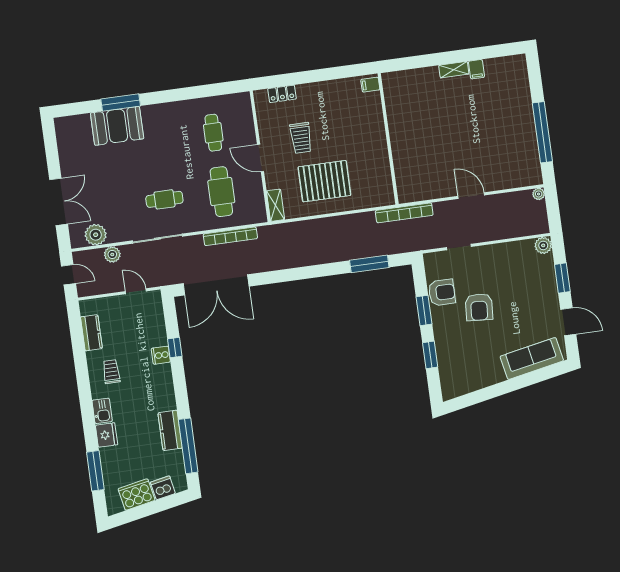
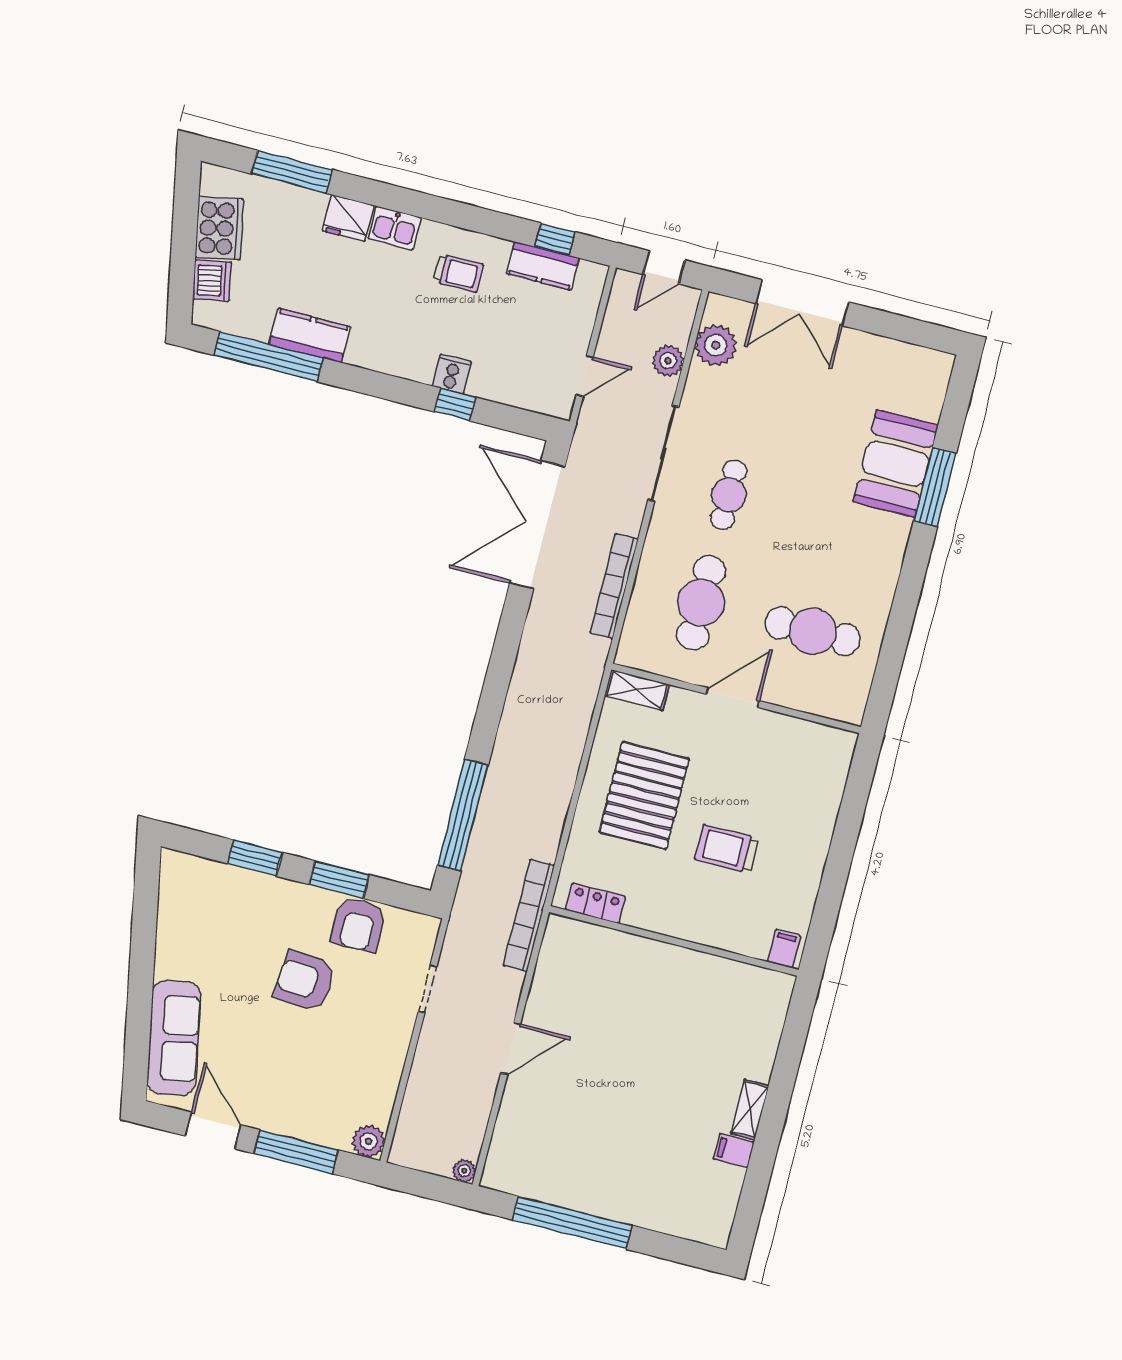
locker: (282, 94) -> (595, 903), moved, turned 90
cafe table: (213, 133) -> (813, 631), width x1.37, depth x1.35
trolley: (301, 138) -> (727, 849), moved
cafe table: (221, 192) -> (701, 603), turned 90
window: (369, 264) -> (463, 815), width x1.46
window: (562, 278) -> (296, 1152), width x1.44
door: (568, 322) -> (213, 1130), swing flipped
window: (76, 332) -> (555, 239), added

